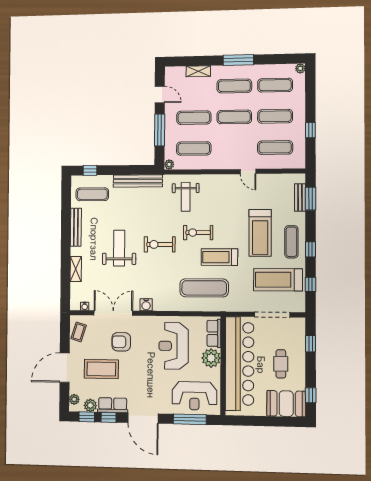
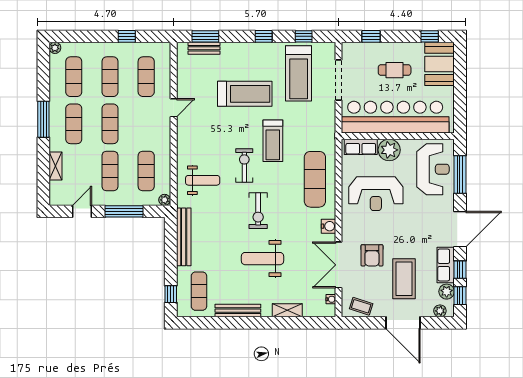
exercise bike: (198, 233) -> (244, 166), turned 180
exercise mat: (291, 242) -> (255, 58), removed
exercise mat: (204, 288) -> (315, 179), moved

